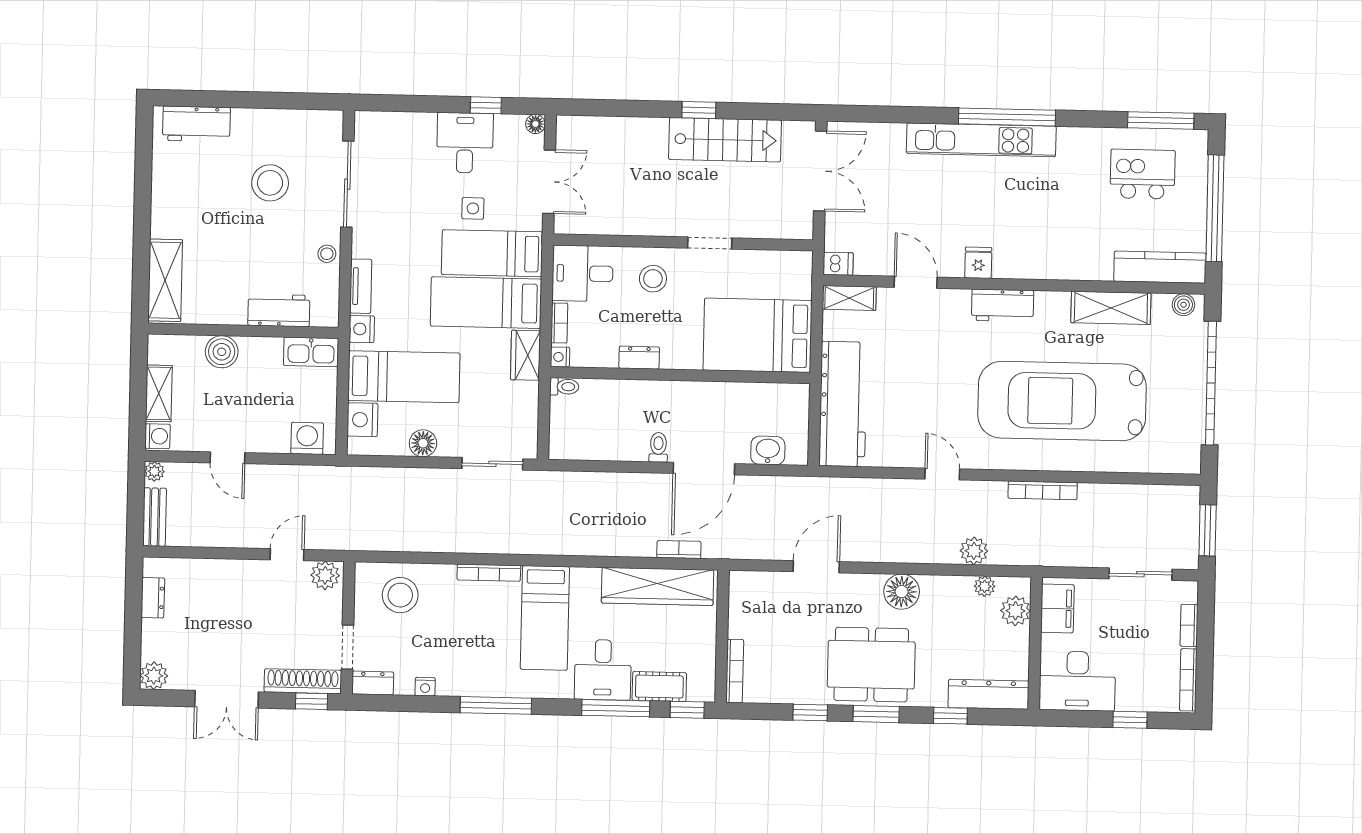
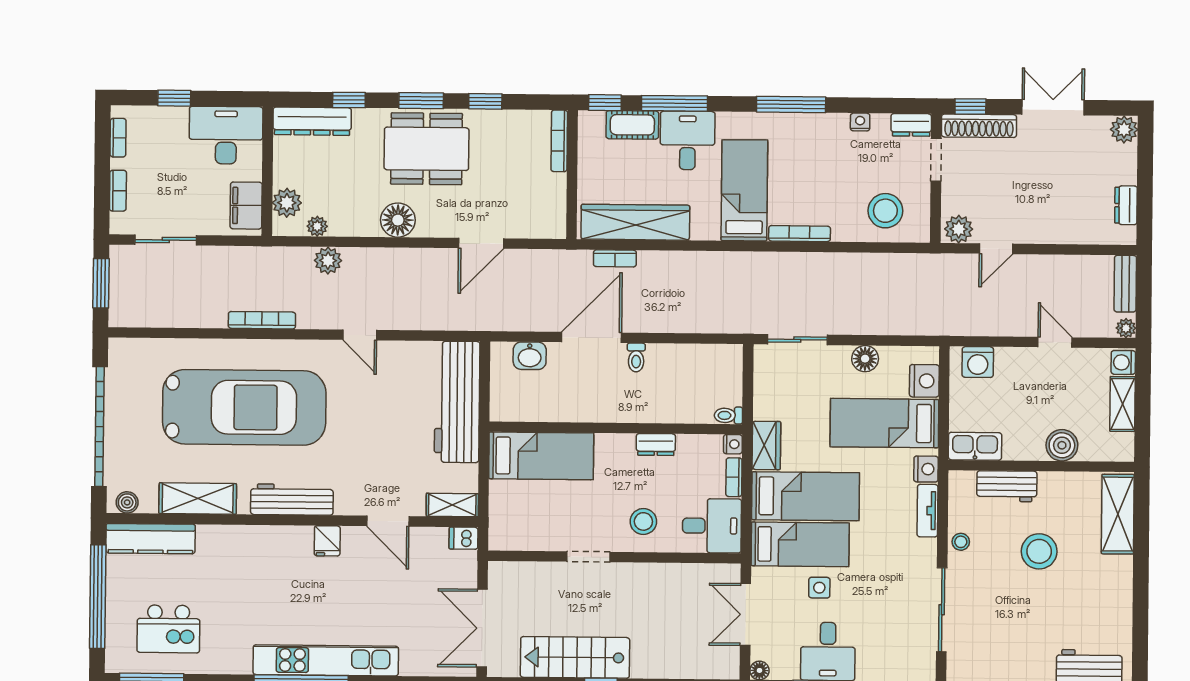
stool: (270, 183) -> (1039, 551), moved
workbench: (1003, 305) -> (292, 500), width x1.38
bed: (757, 335) -> (541, 456), width x0.67
bookcase: (1188, 680) -> (118, 138), width x0.64

